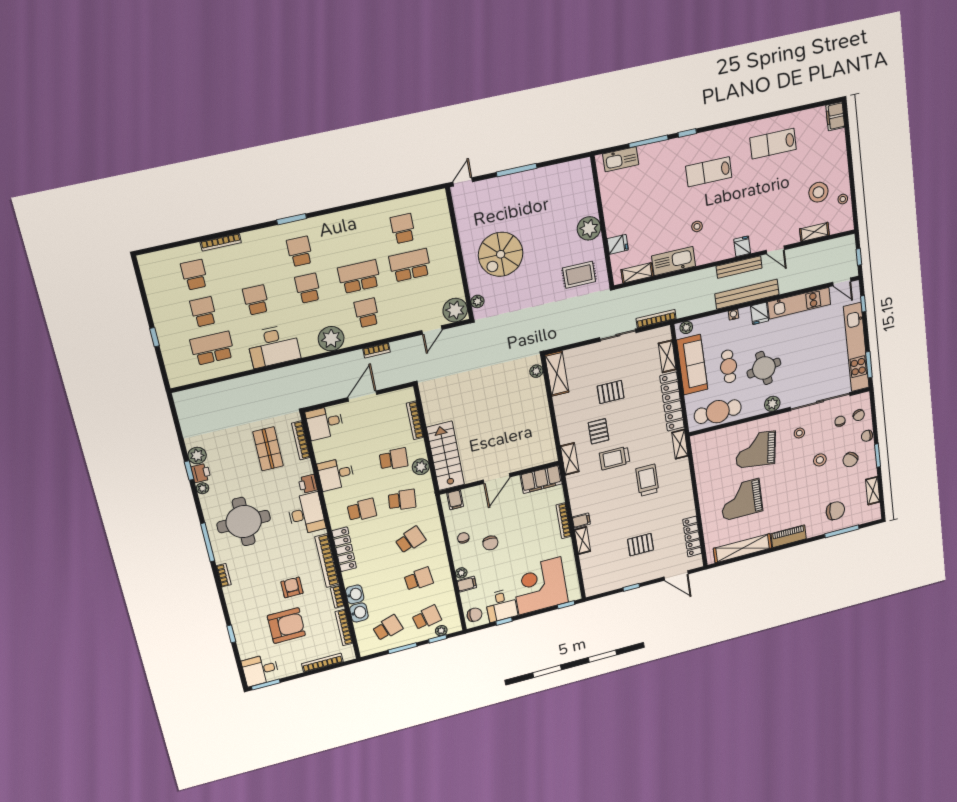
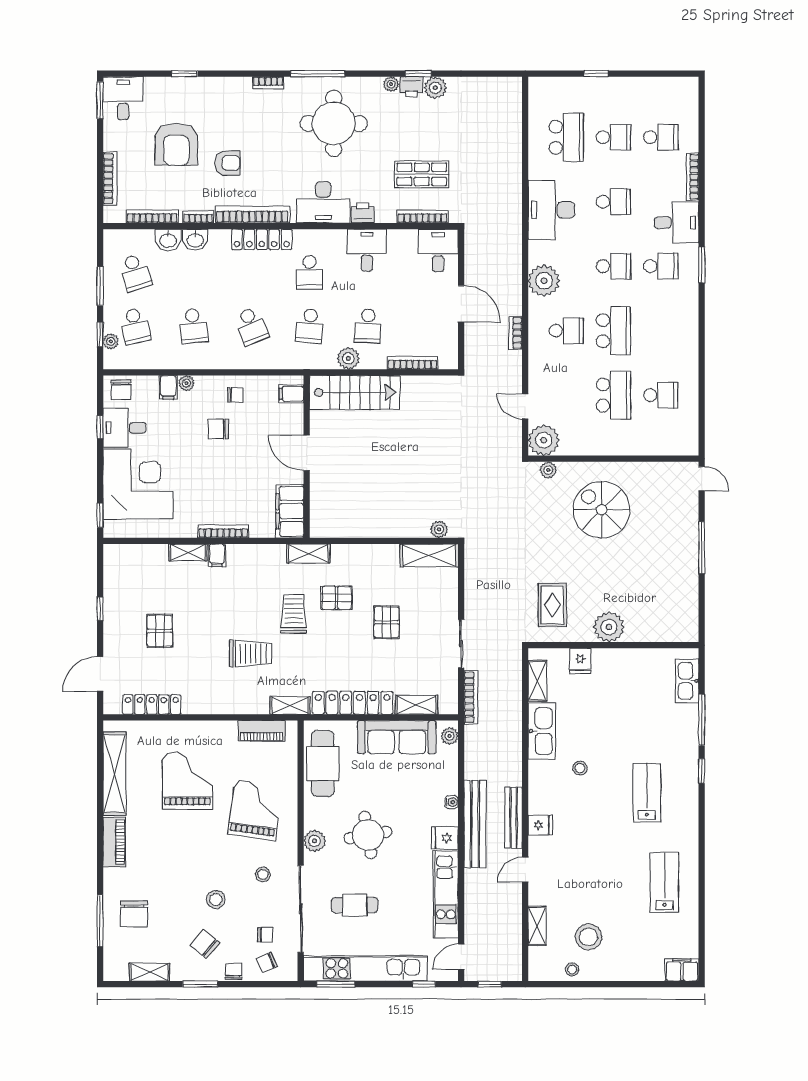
desk: (261, 247) -> (676, 223), added
cafe table: (729, 366) -> (355, 905), moved
piano: (700, 459) -> (262, 731), added

